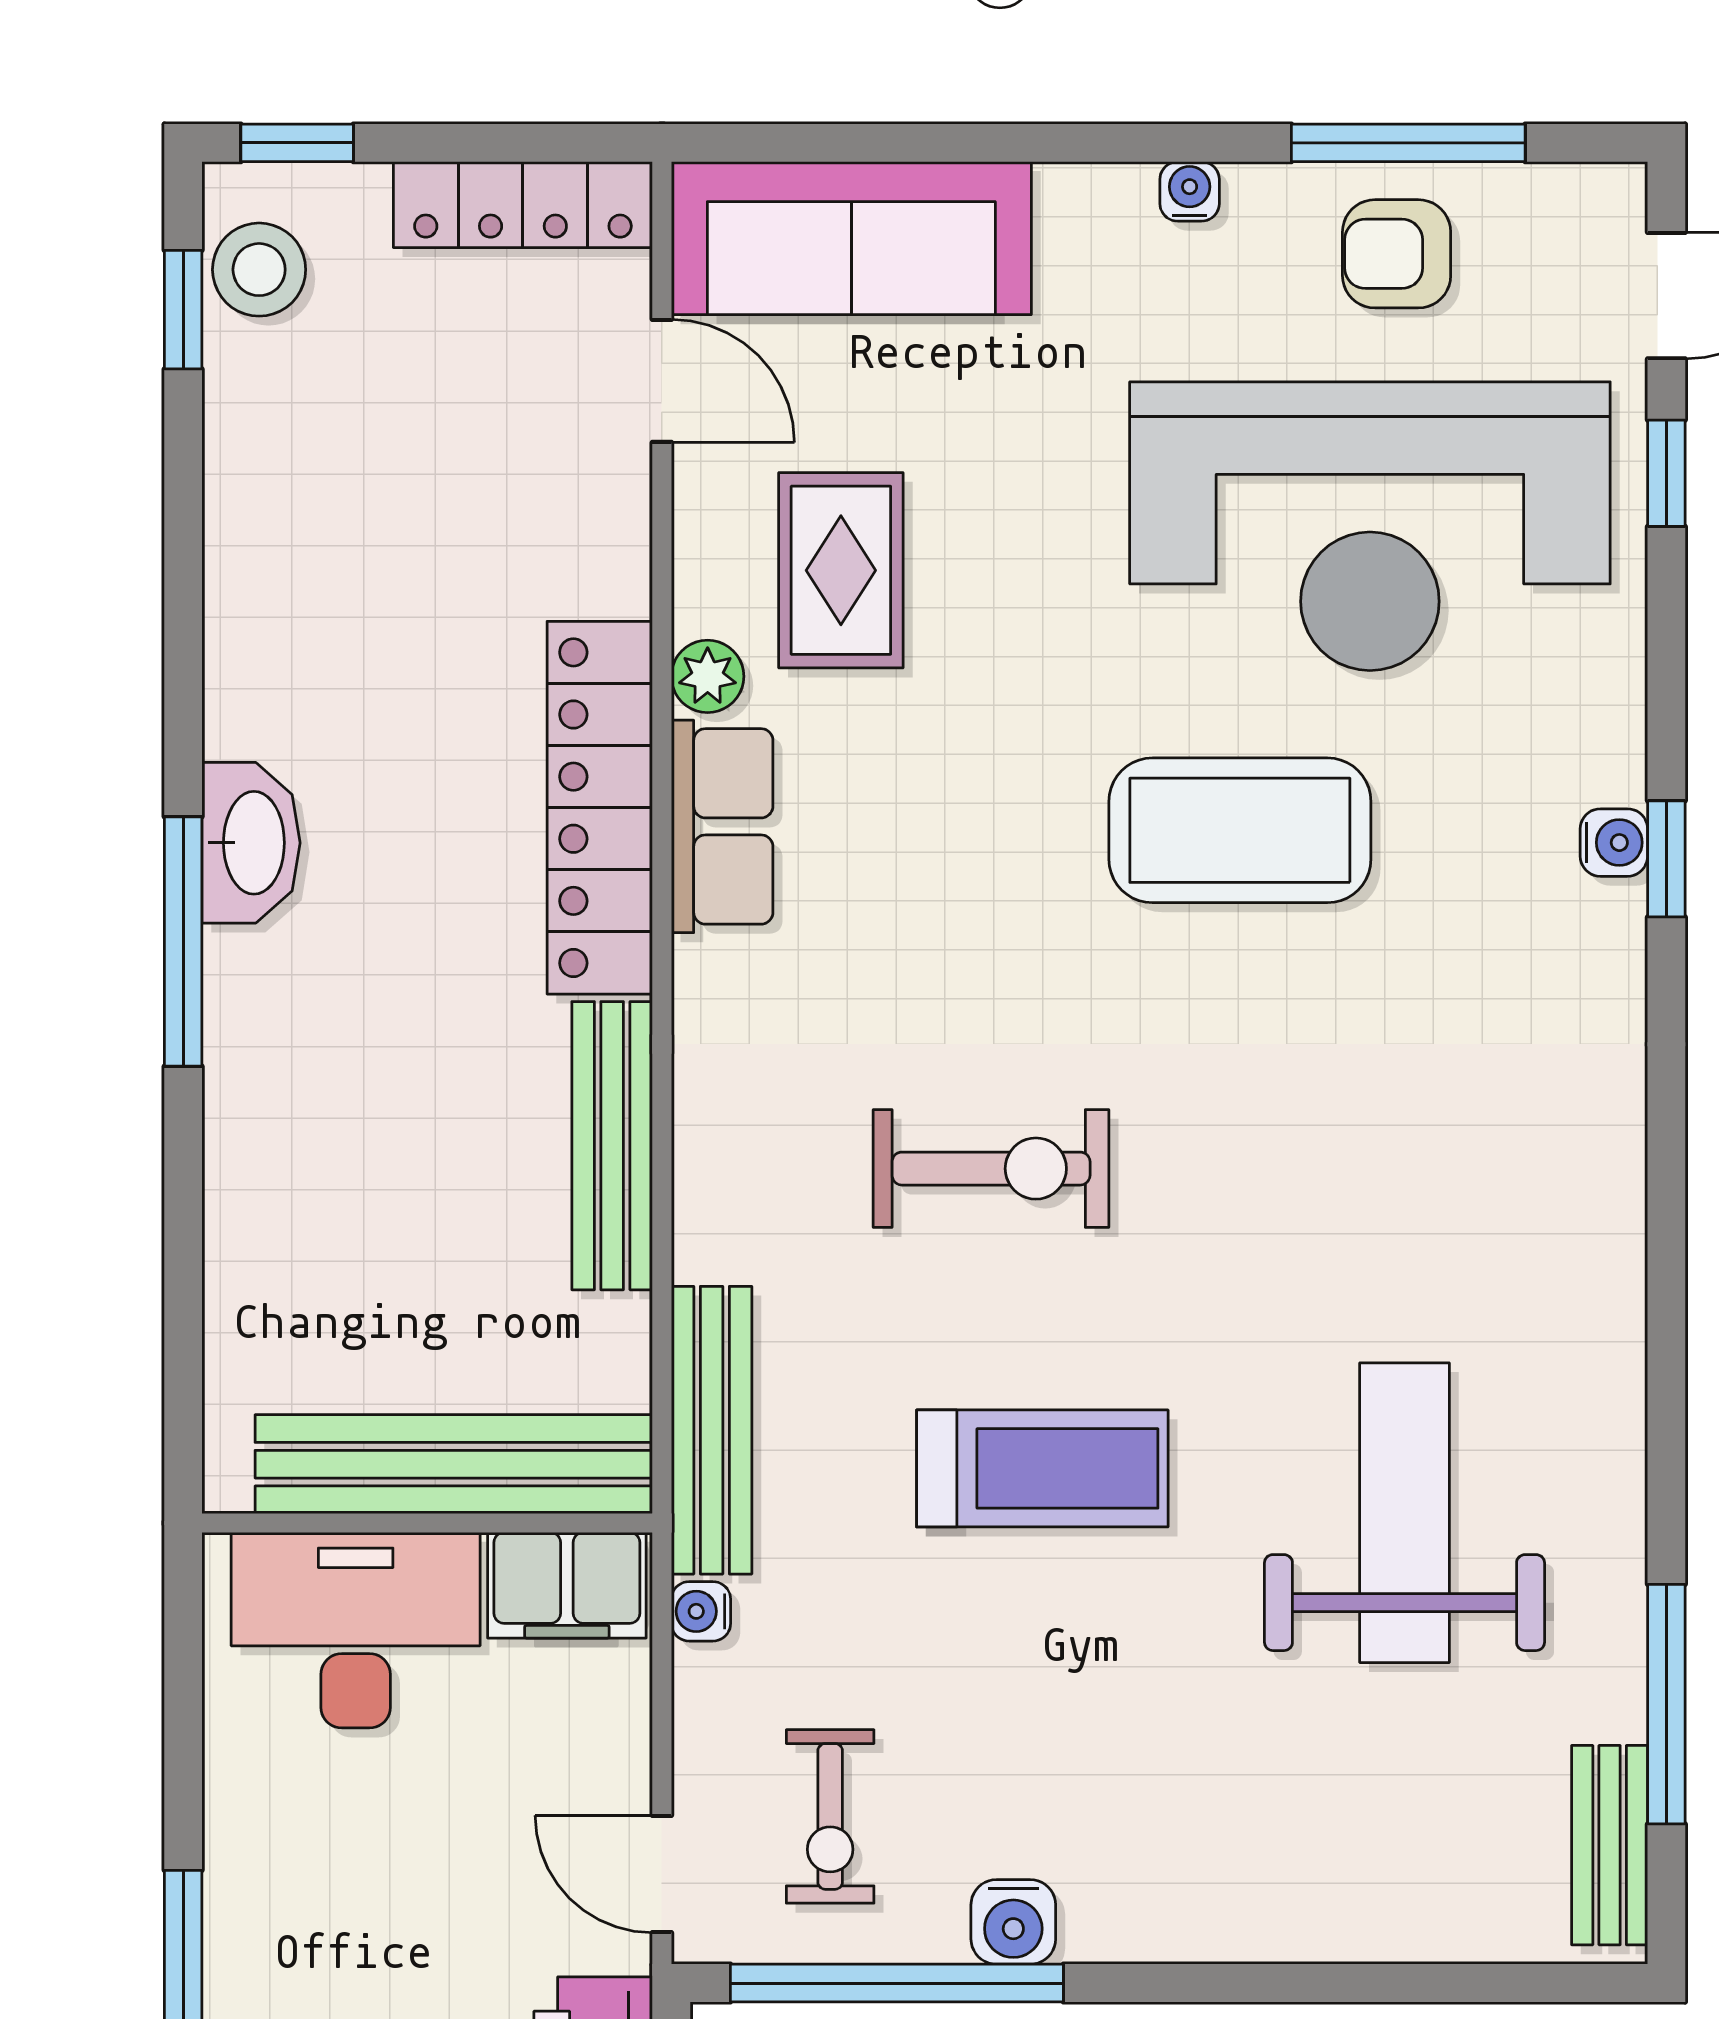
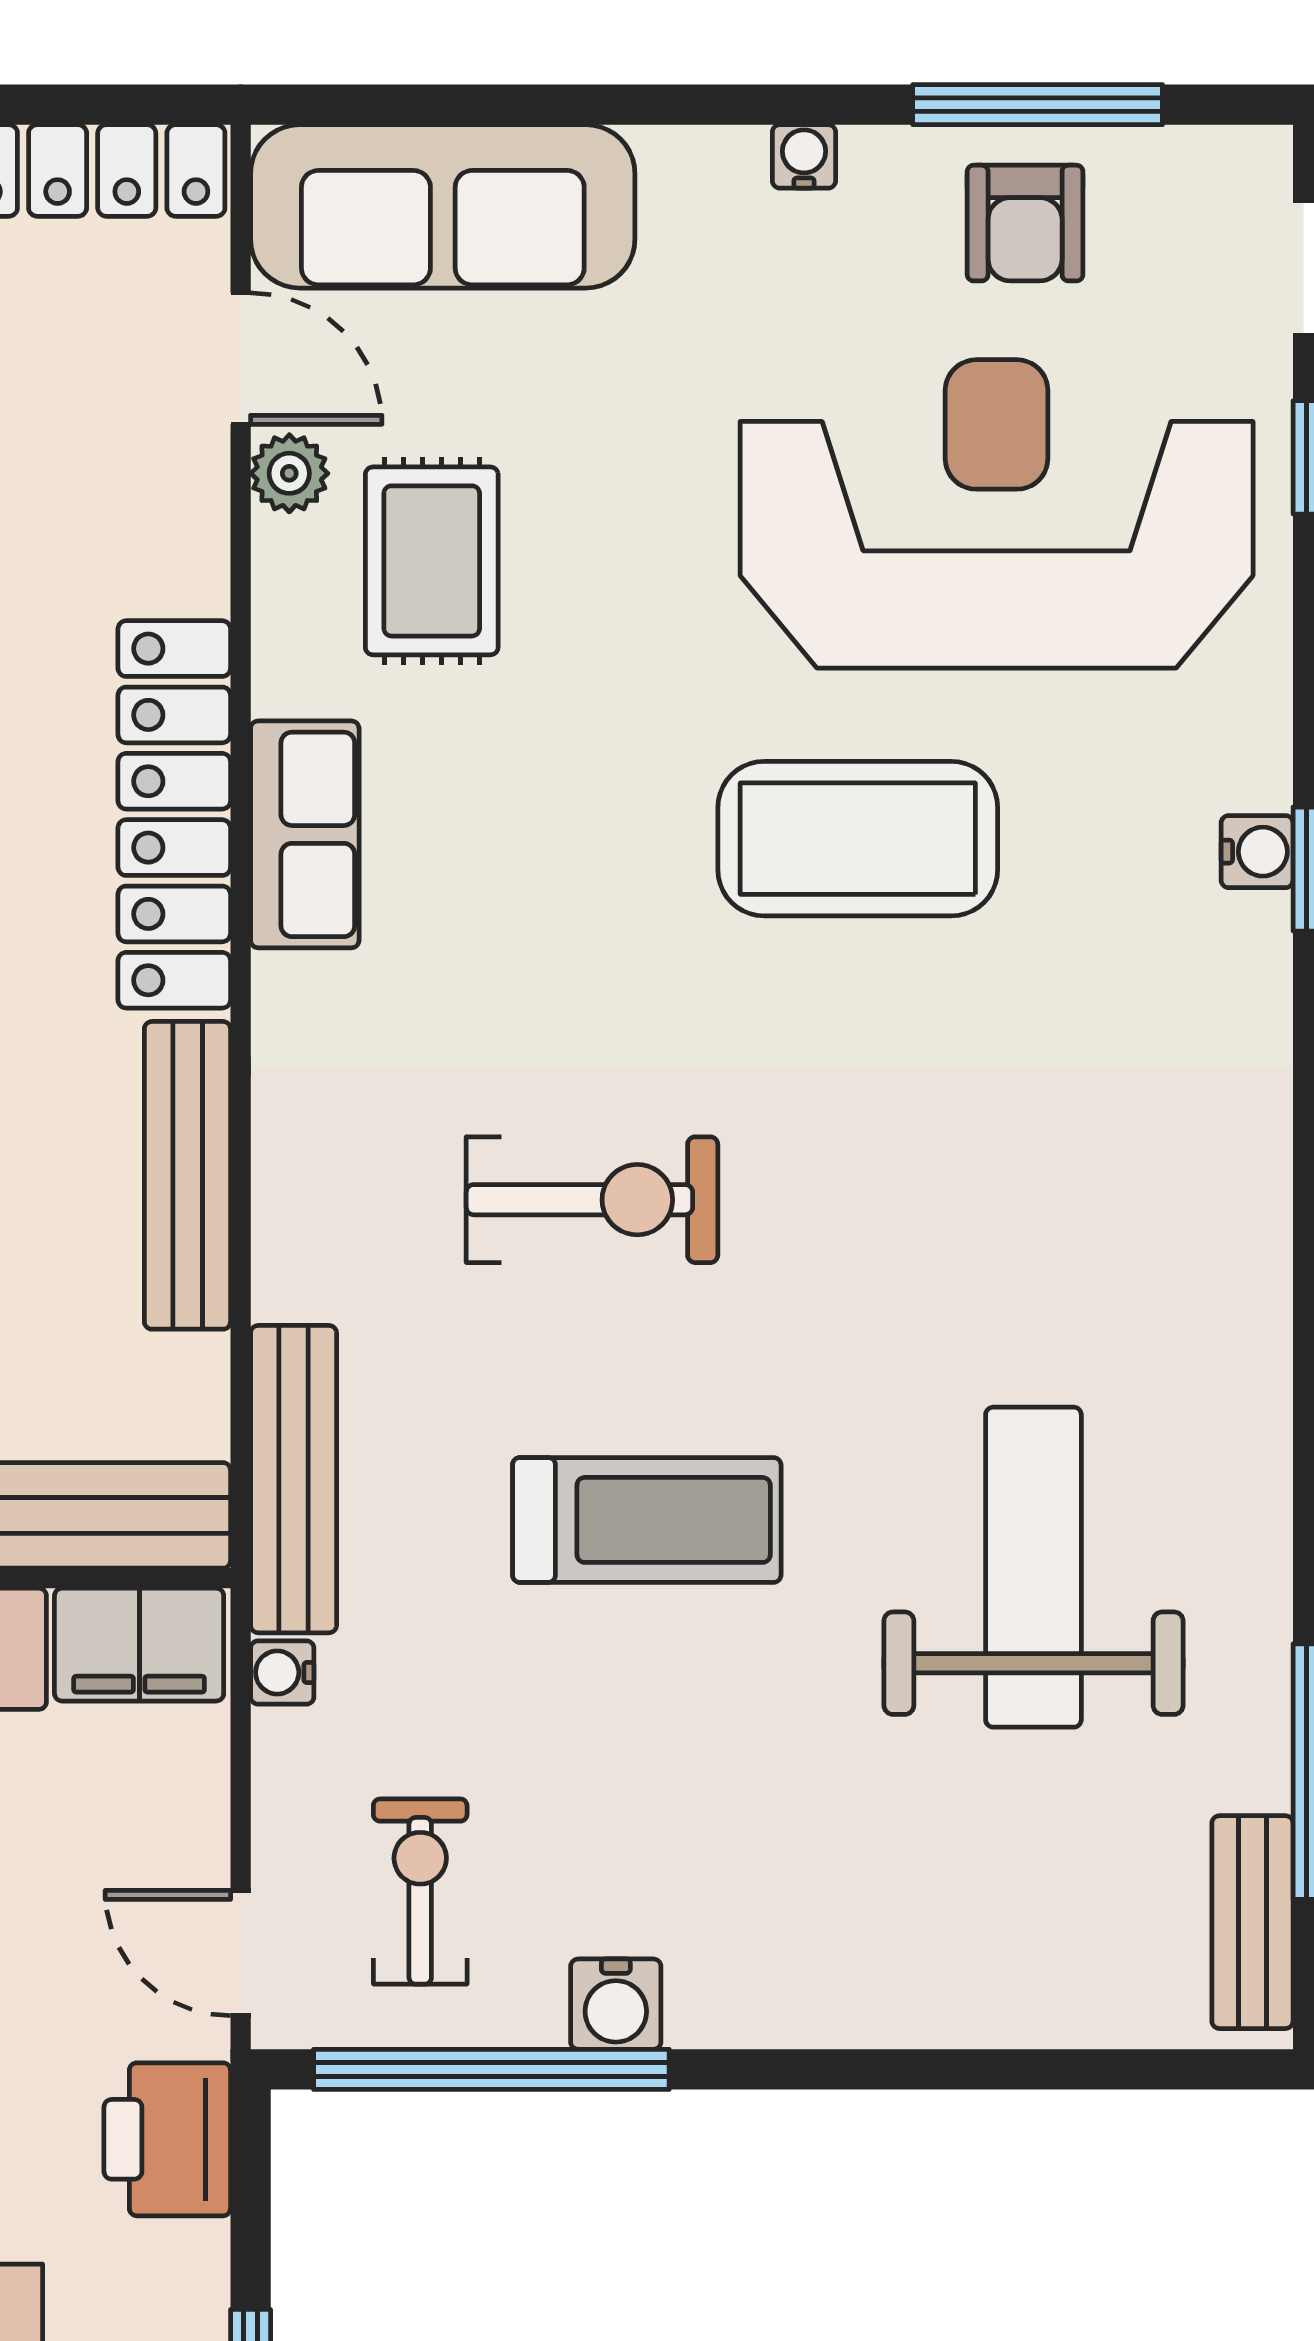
armchair: (1397, 254) -> (1025, 223), turned -90
reception desk: (1370, 526) -> (997, 514), turned 180
plant: (708, 676) -> (289, 473), moved
exercise bike: (830, 1816) -> (420, 1892), turned 180

